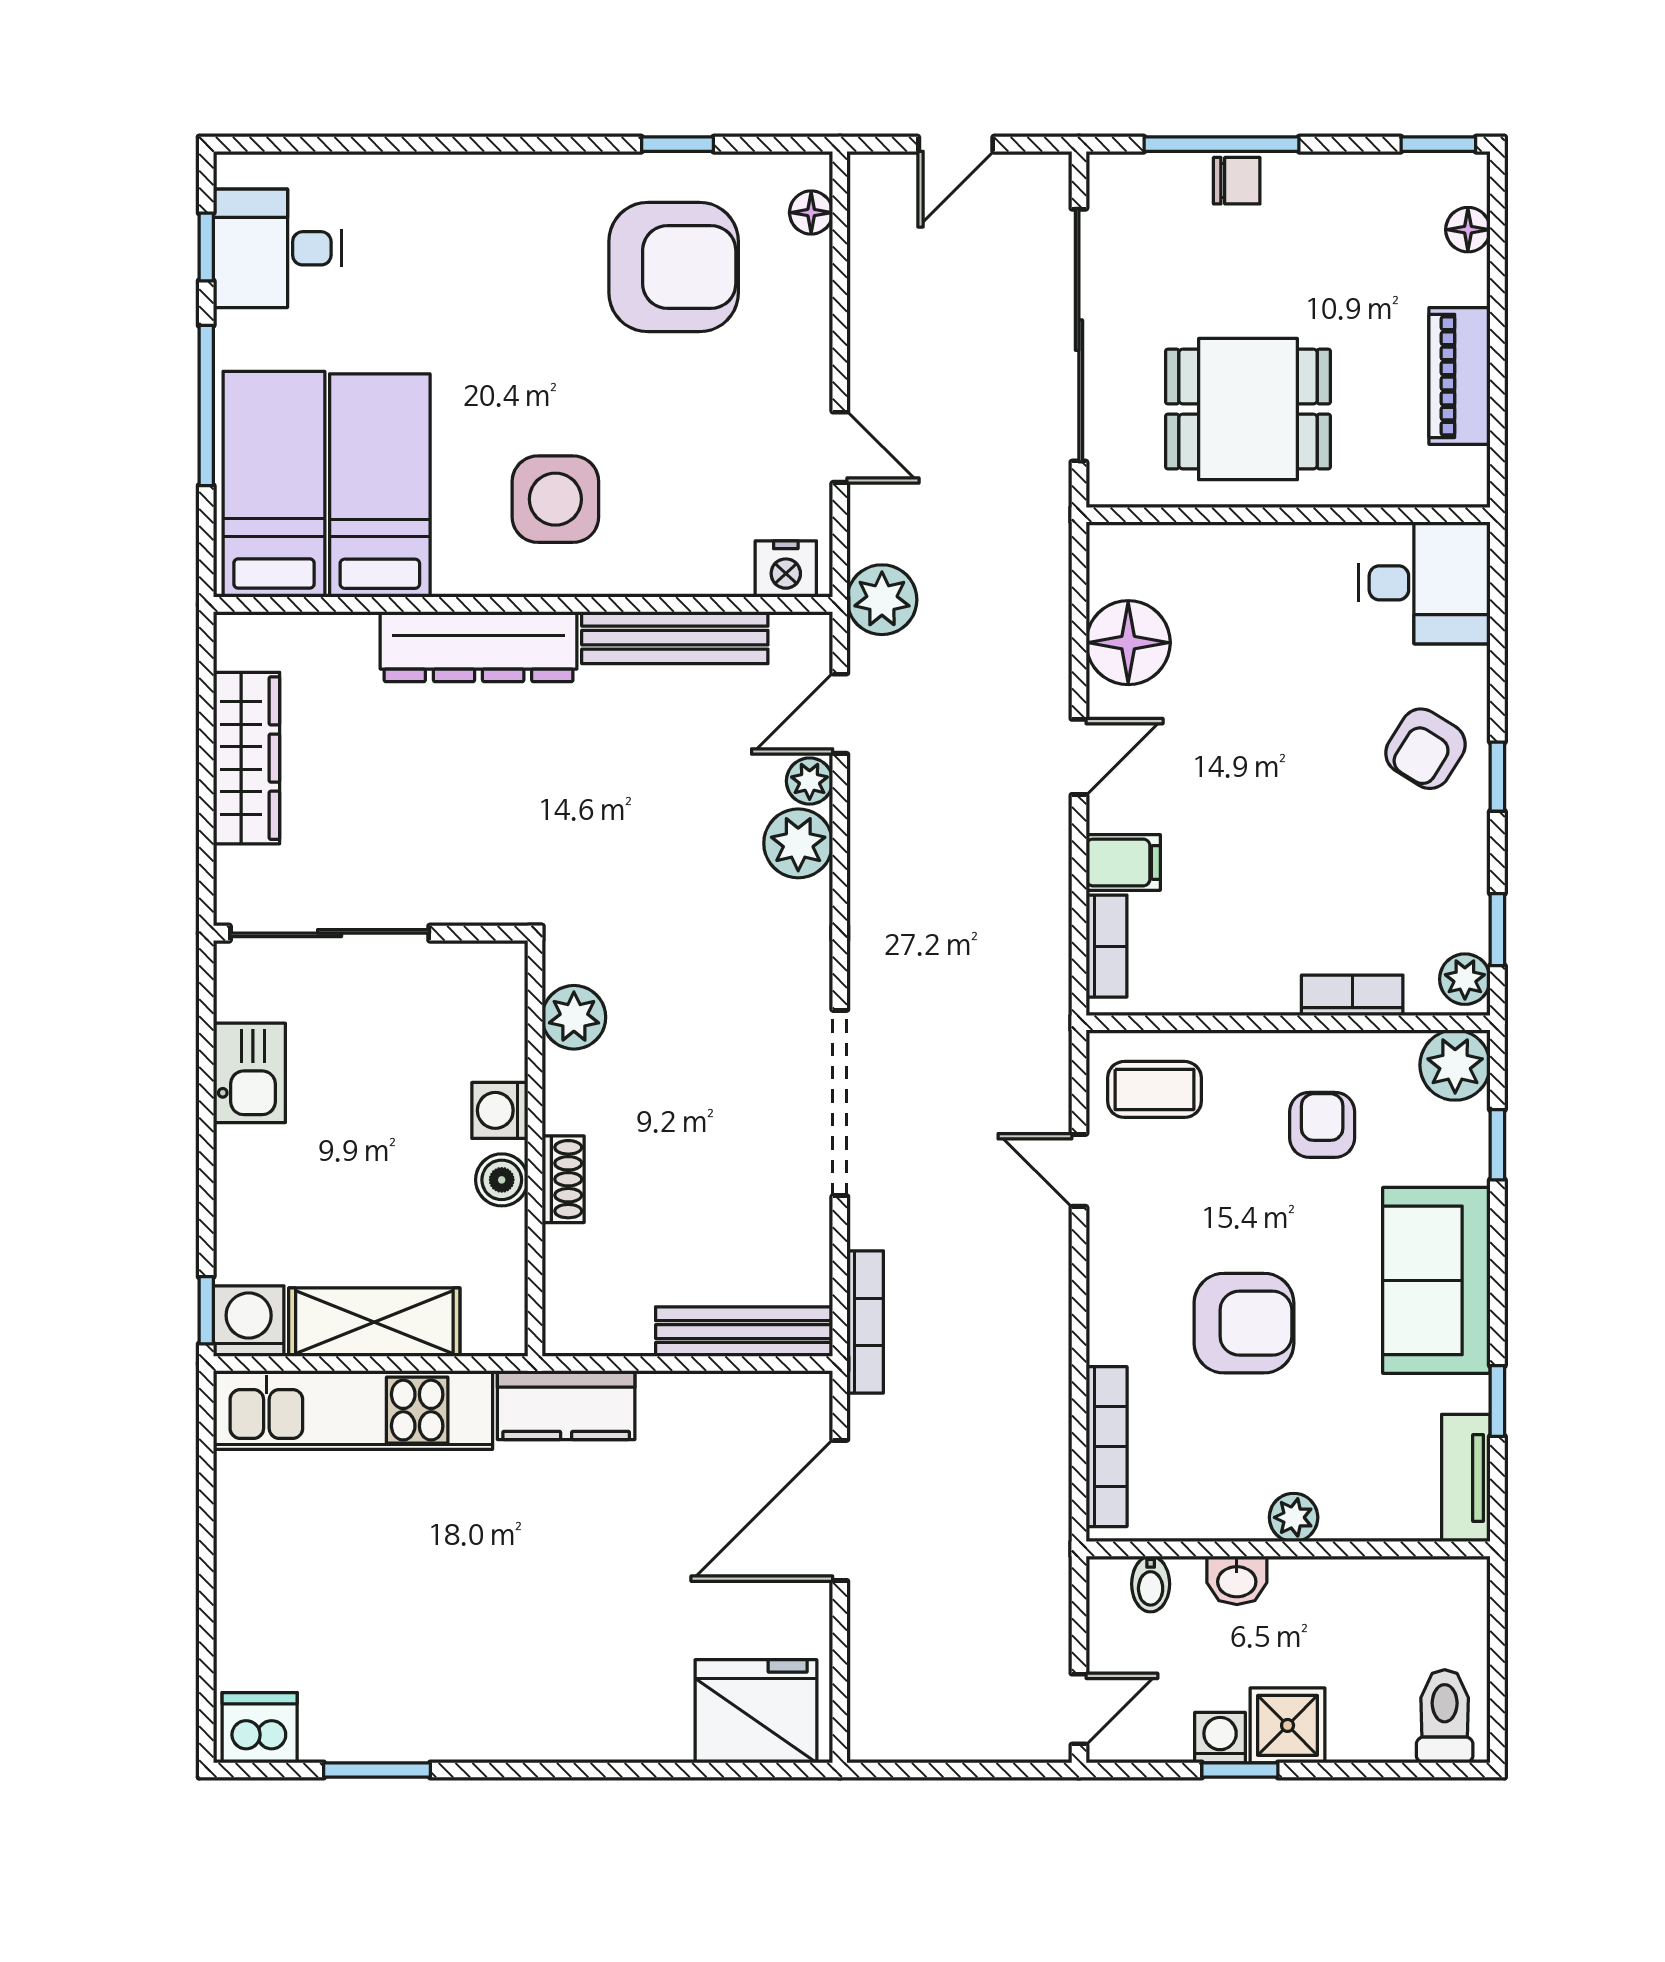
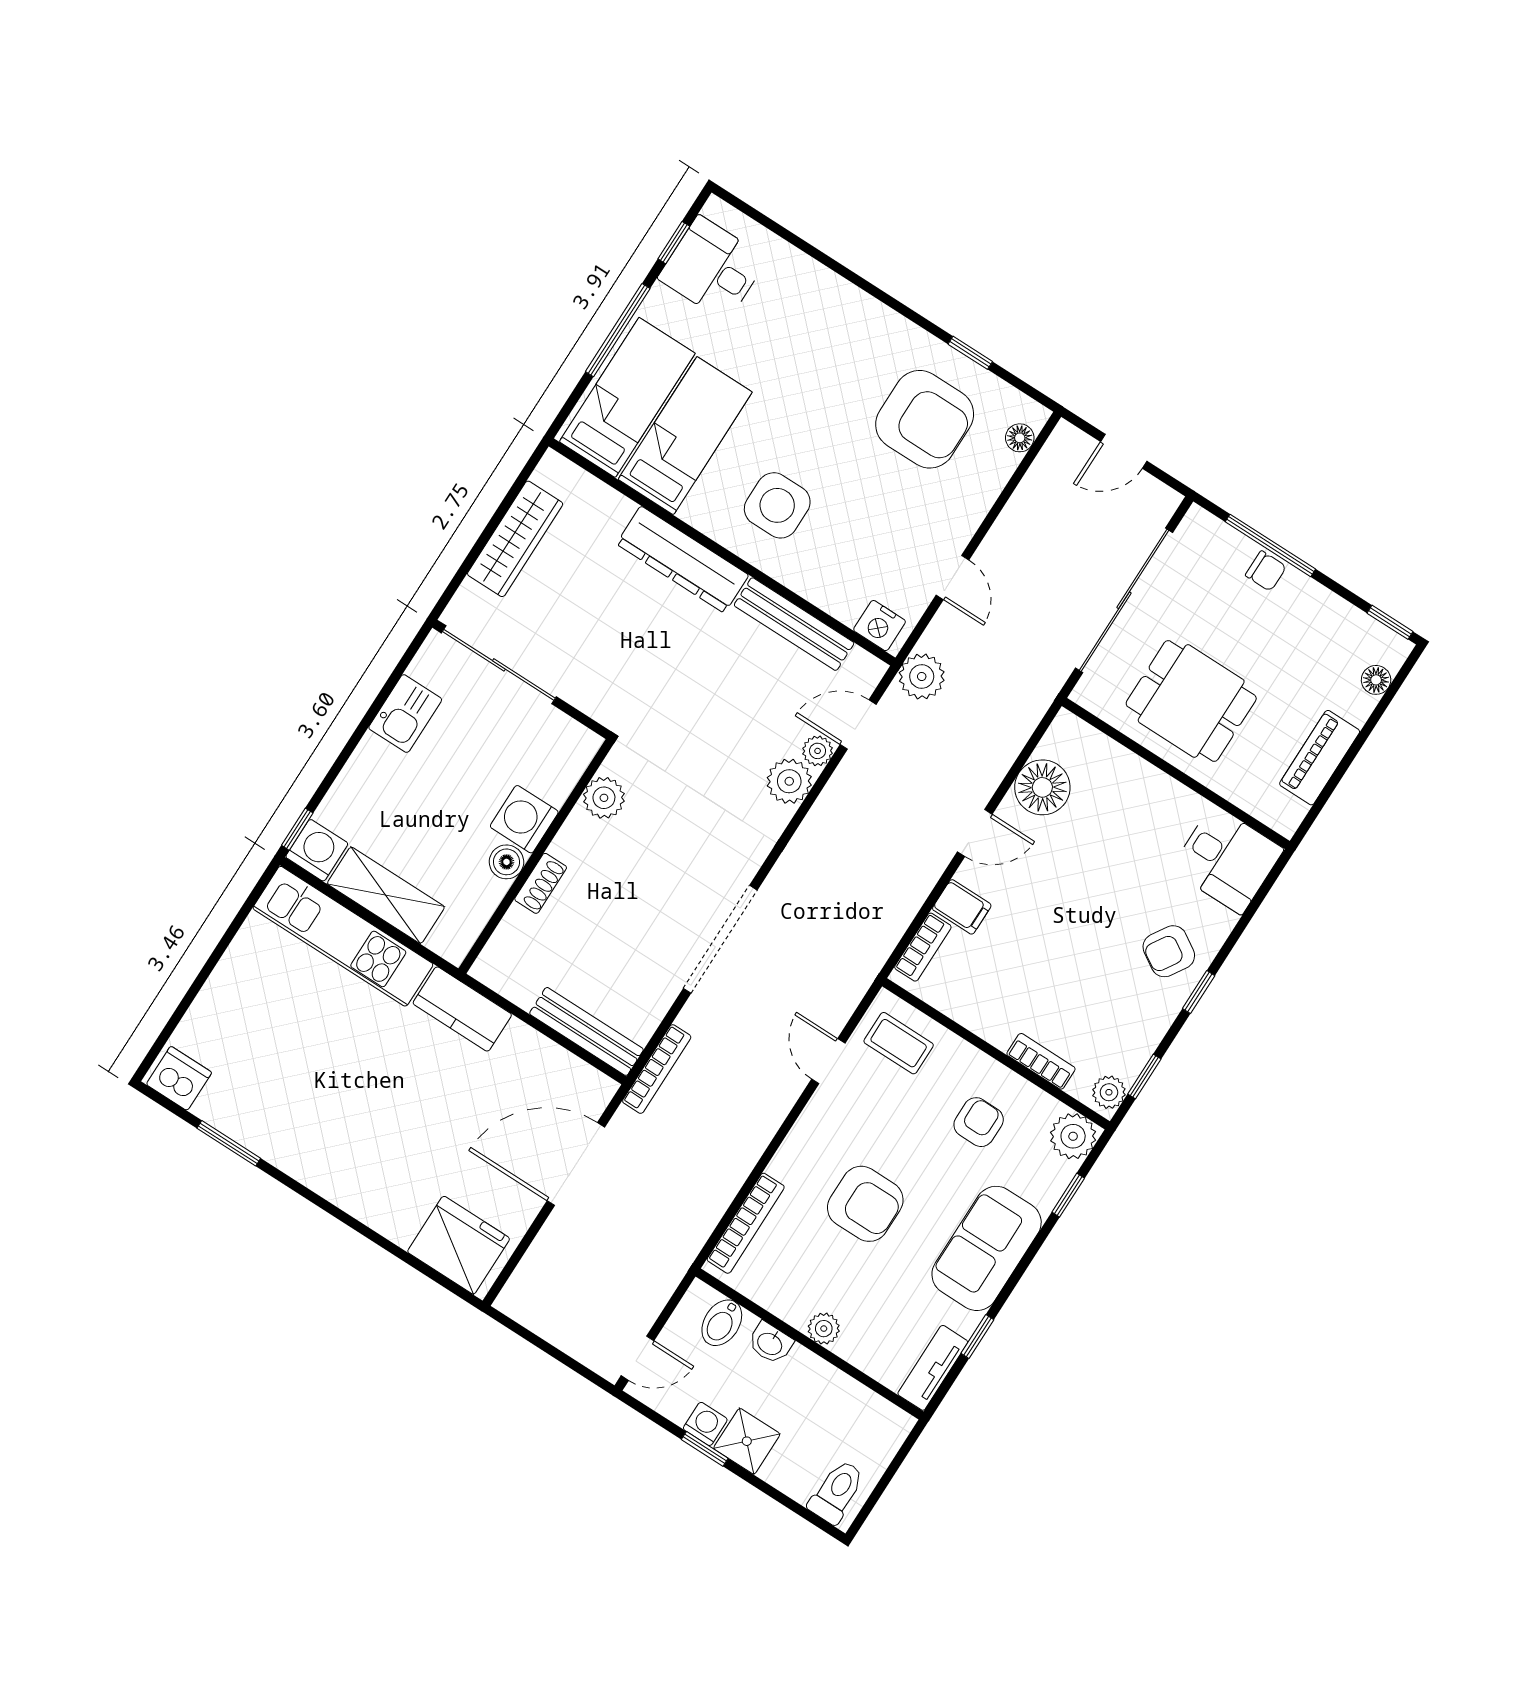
washing machine: (500, 1110) -> (524, 819), width x1.38, depth x1.38
bidet: (1151, 1584) -> (722, 1323), width x1.38, depth x1.36

